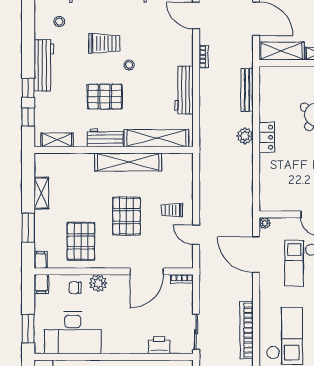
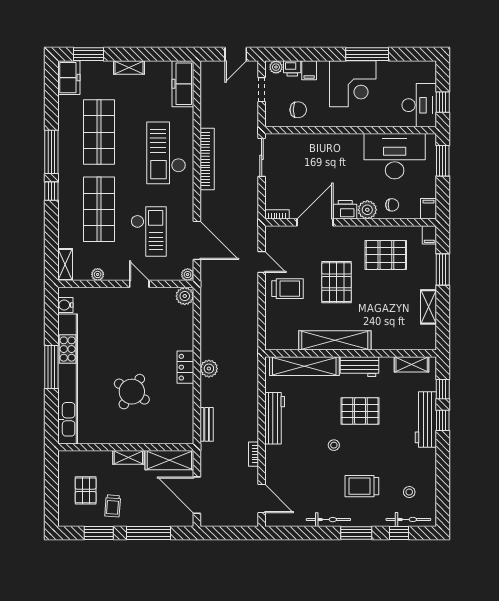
trolley: (104, 43) -> (362, 486), moved
workbench: (44, 65) -> (426, 420), moved
bench: (247, 90) -> (207, 424), width x0.73
plant: (267, 203) -> (185, 296), added
trolley: (172, 210) -> (288, 289), width x1.36, depth x1.39
pallet: (81, 241) -> (386, 255), turned 90
printer: (159, 345) -> (345, 210), moved, turned 180

